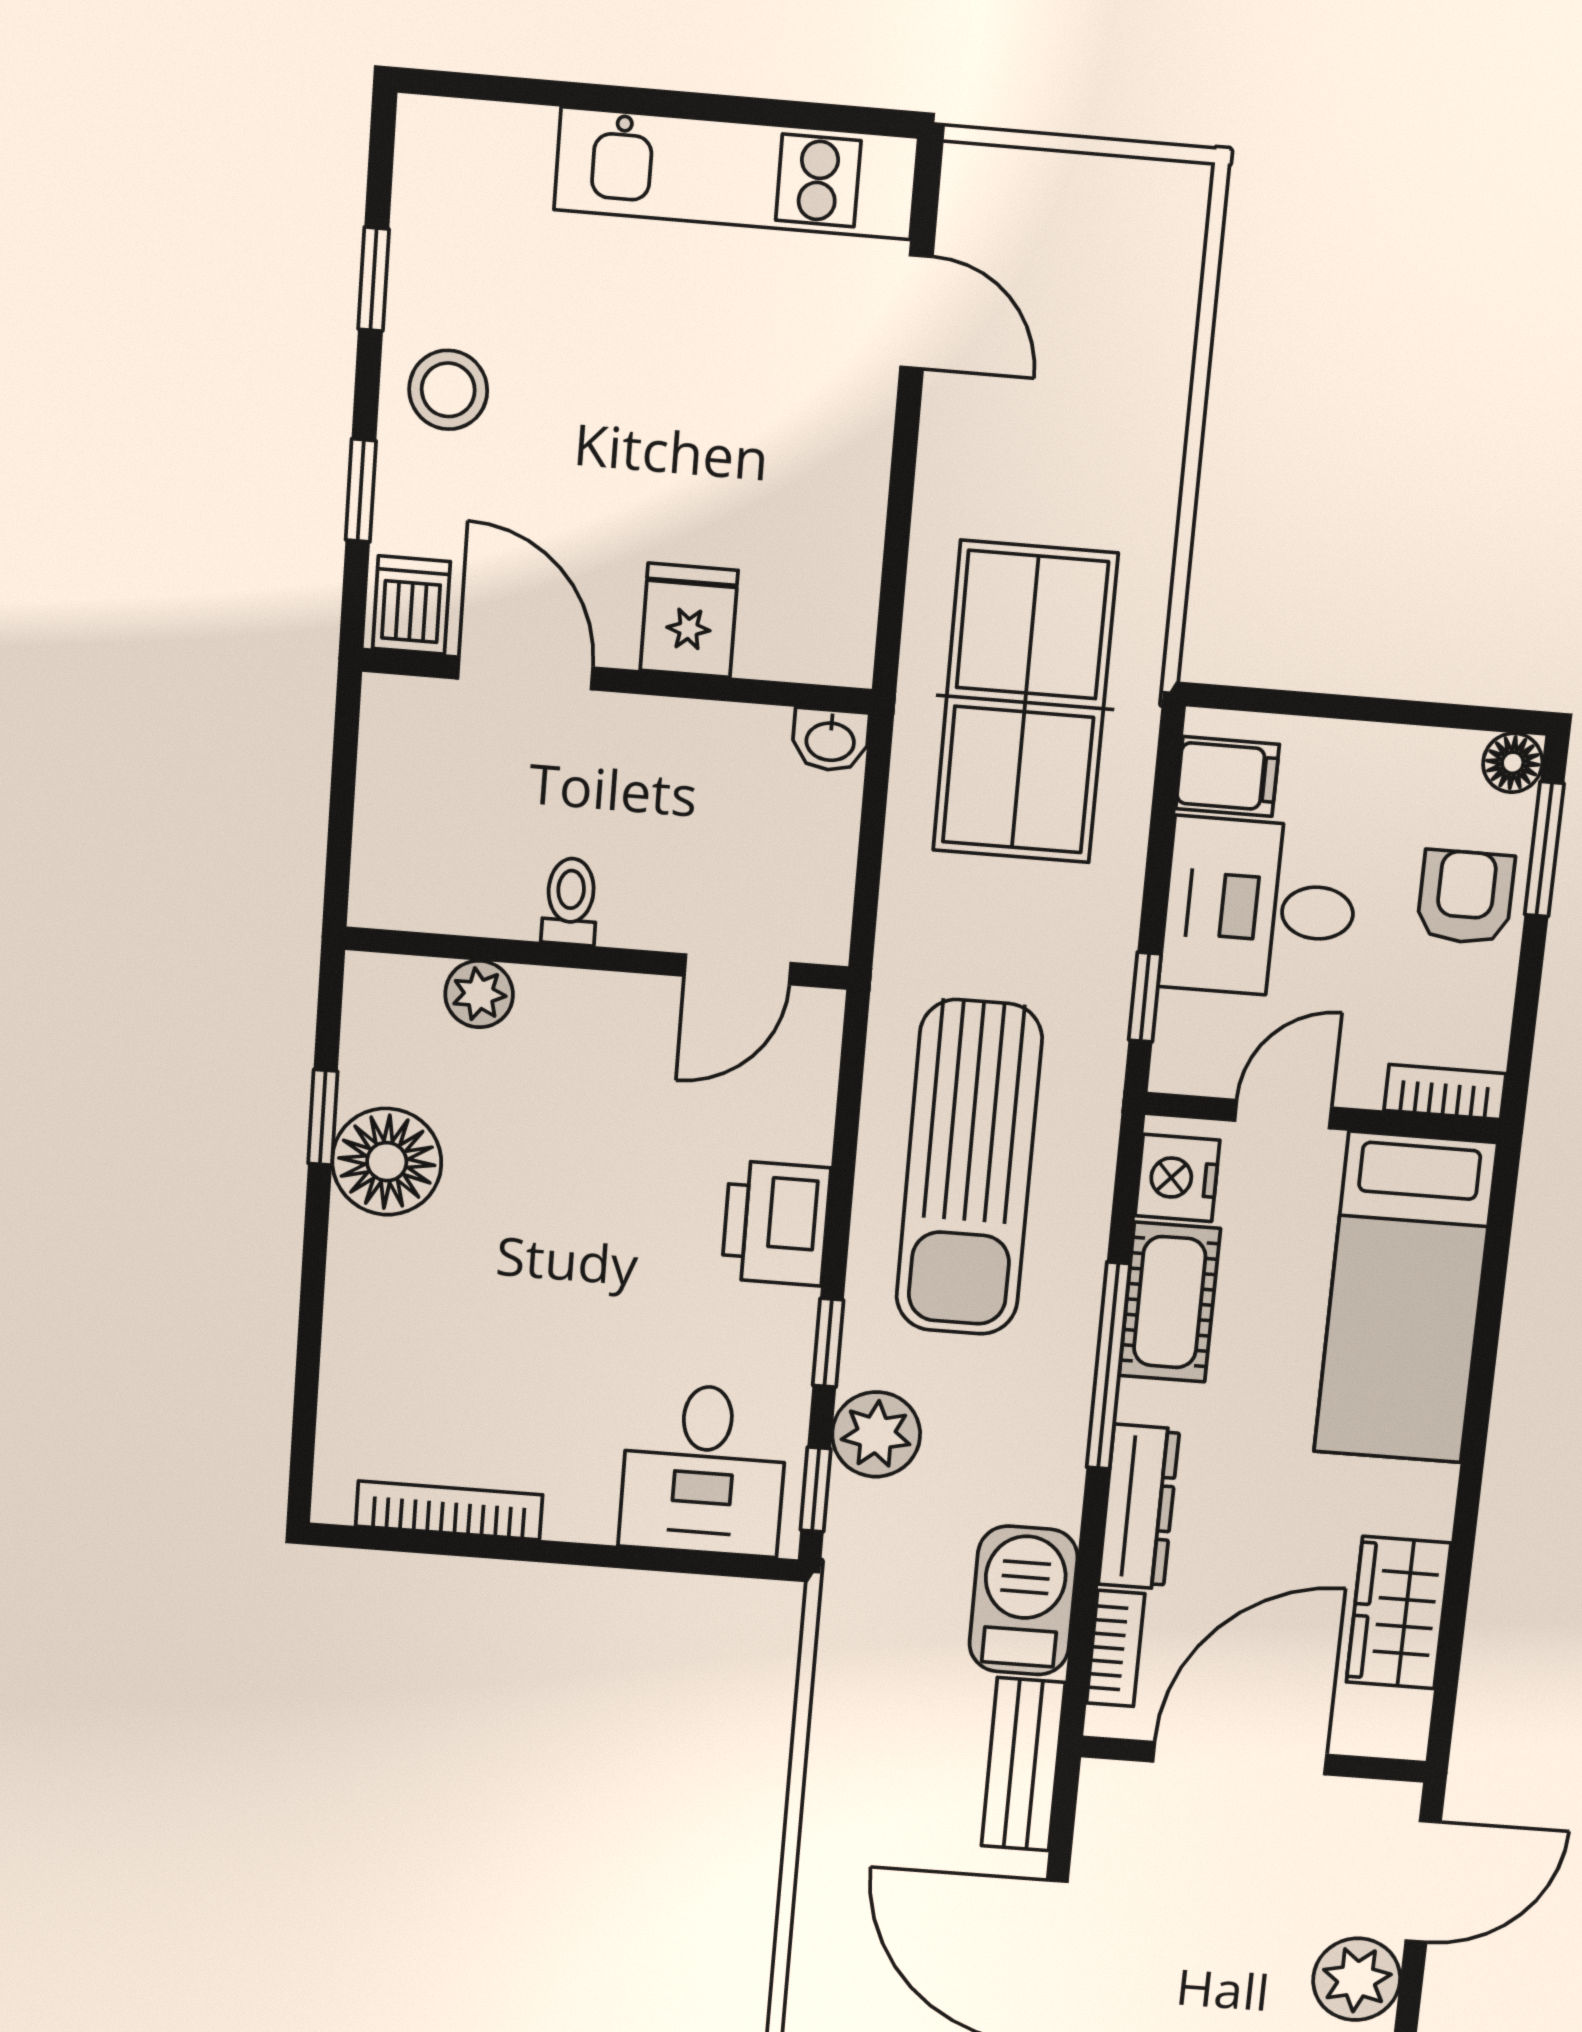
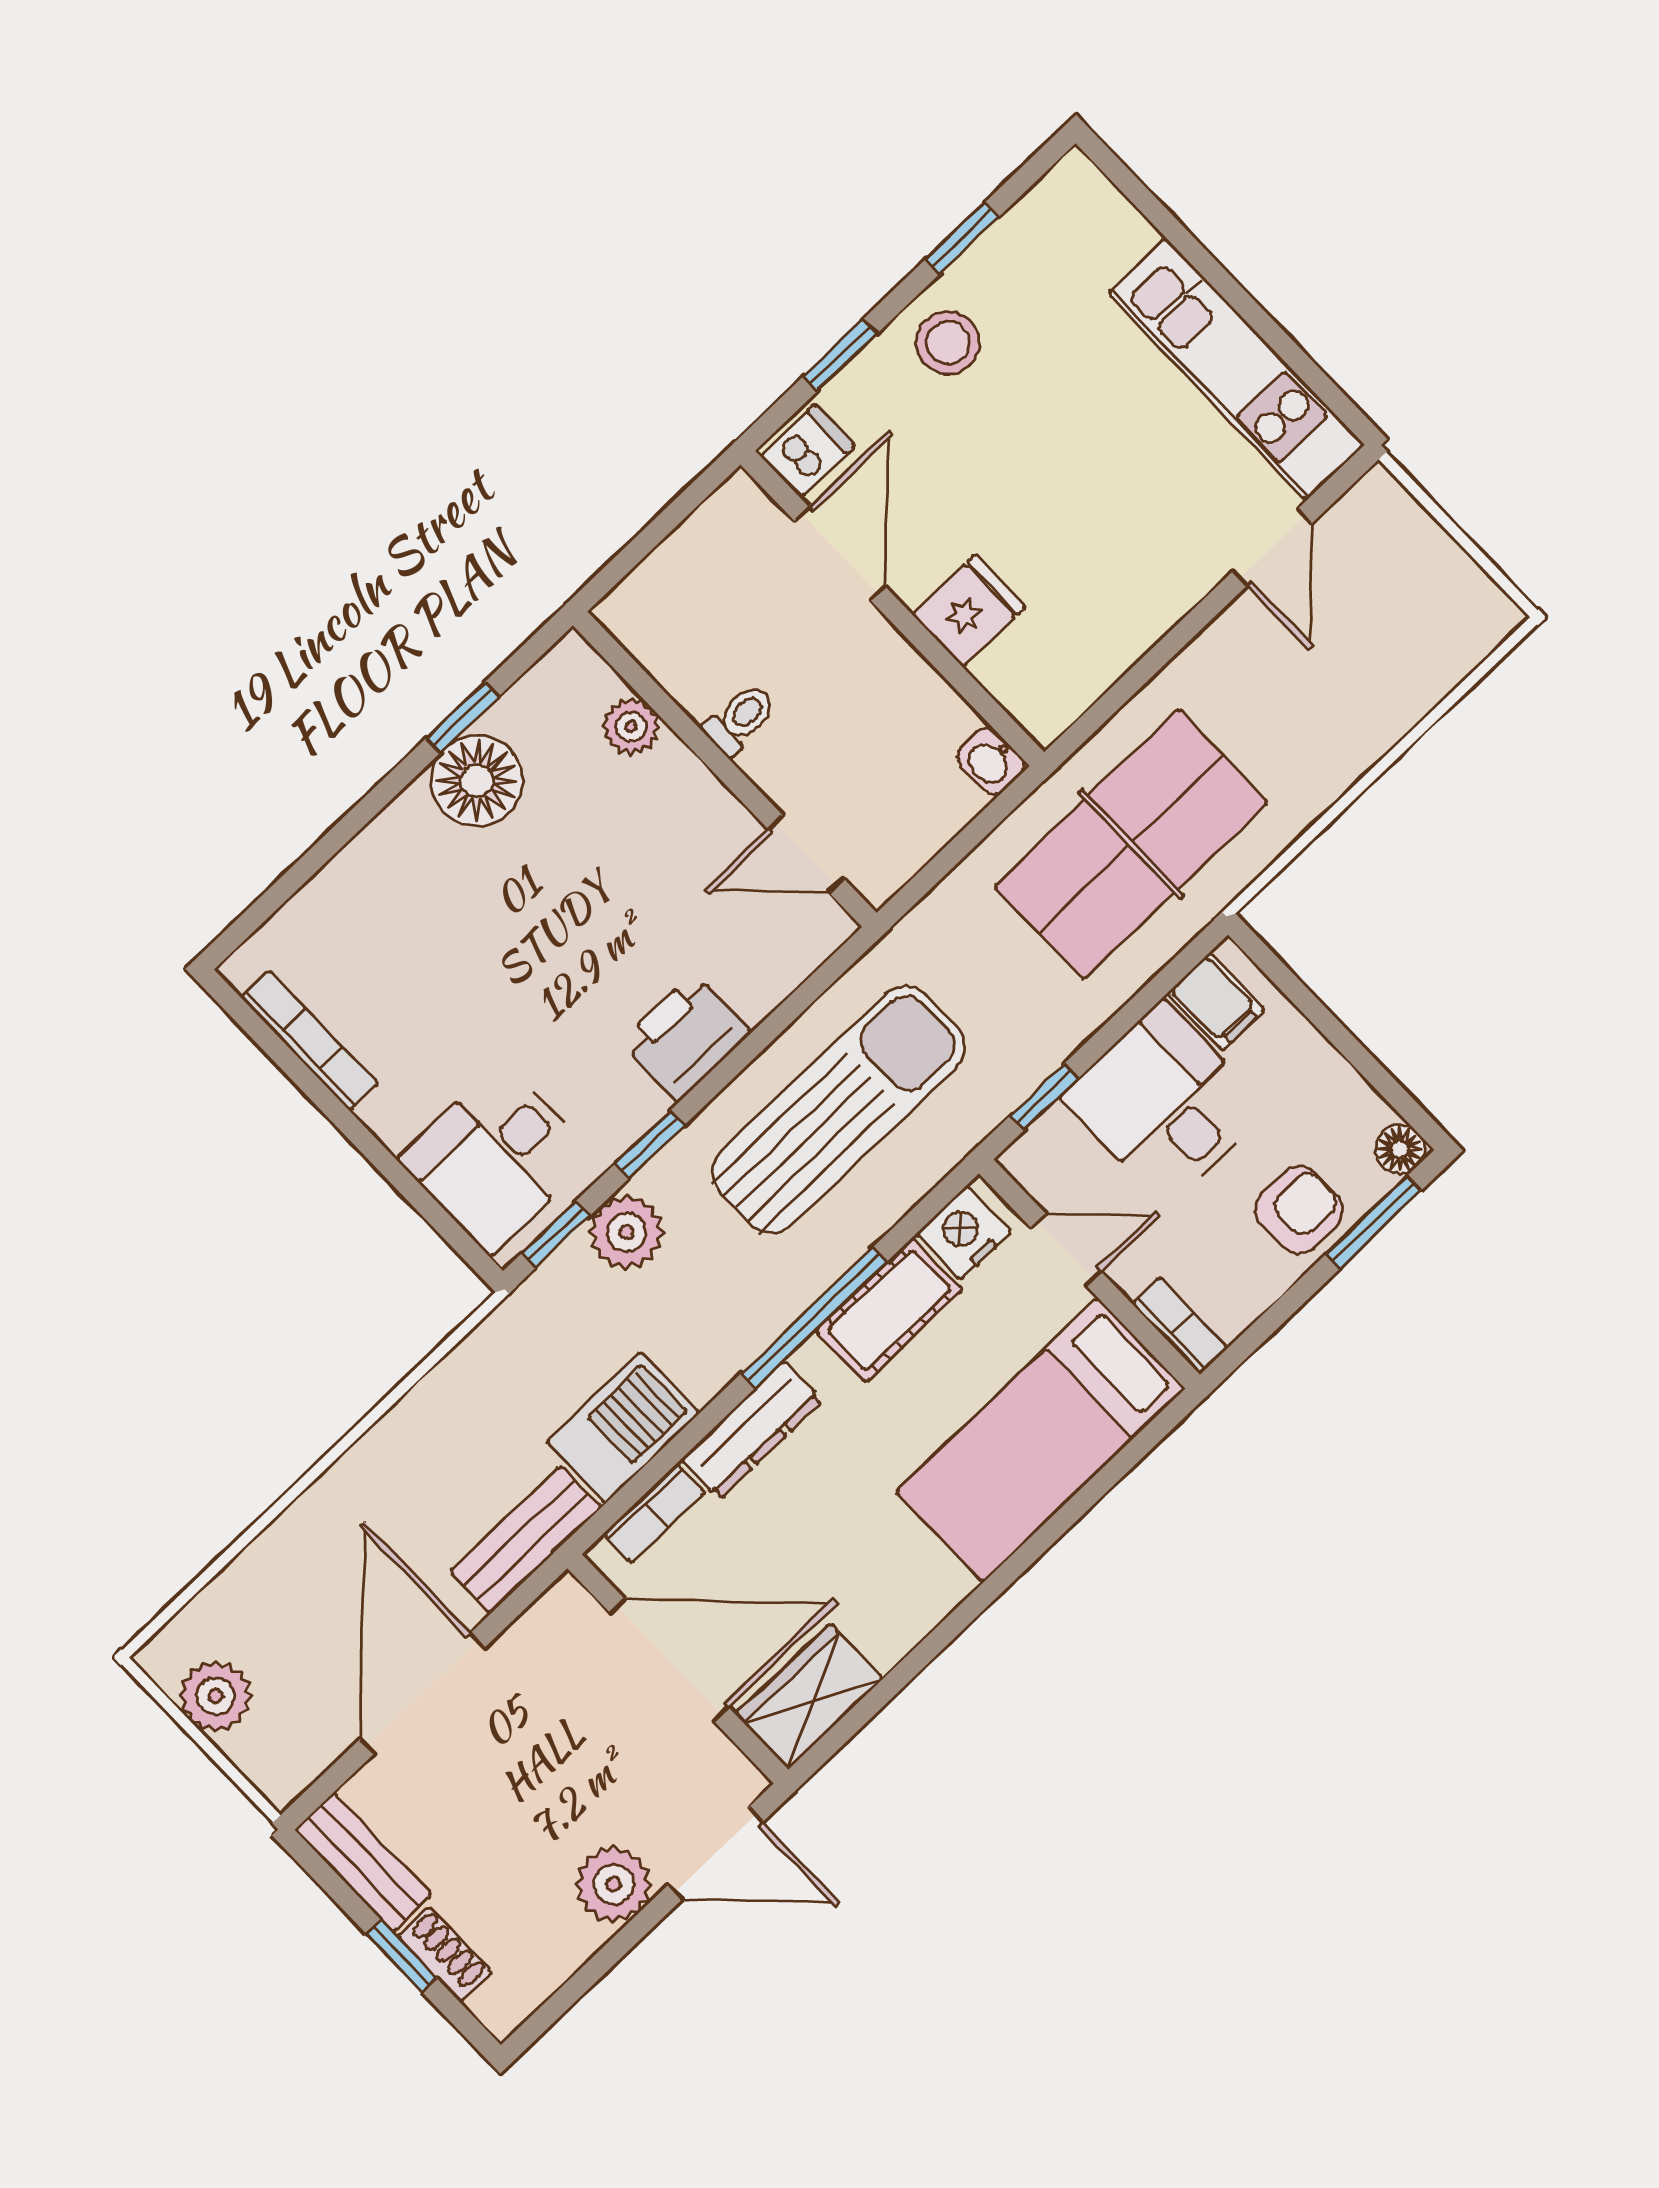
sun lounger: (969, 1168) -> (838, 1109), turned 180
wardrobe: (1399, 1613) -> (809, 1697), moved

